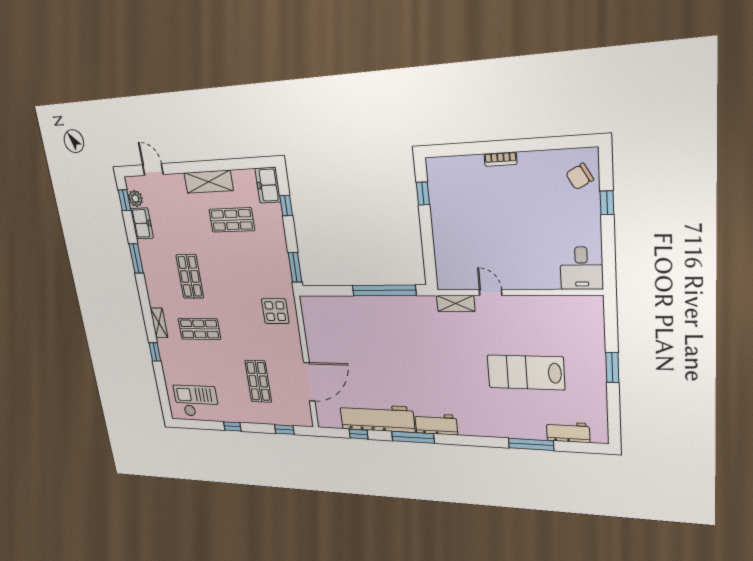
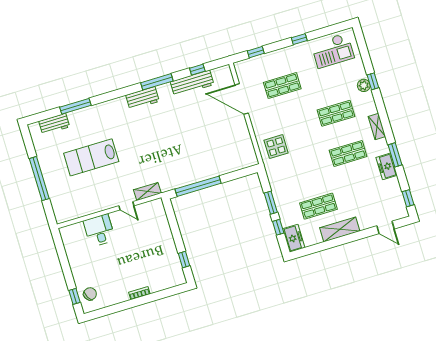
plant: (135, 198) -> (364, 85), moved
window: (607, 203) -> (75, 296), moved
freezer: (142, 223) -> (387, 166), moved
window: (295, 267) -> (271, 203), moved
desk: (582, 268) -> (99, 230), moved
shop shelf: (190, 276) -> (348, 153), turned 90
shelving: (159, 323) -> (377, 126), moved
window: (612, 367) -> (39, 179), width x2.11
lab bench: (526, 372) -> (91, 157), turned 180
shop shelf: (258, 381) -> (282, 86), turned 90
door: (309, 382) -> (242, 99), hinge flipped
workbench: (377, 418) -> (192, 83), width x0.73, depth x0.76

